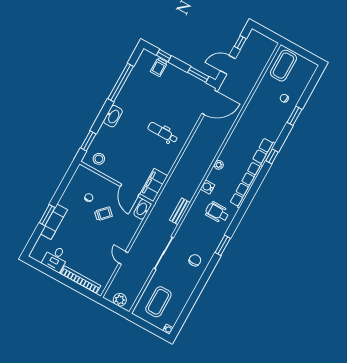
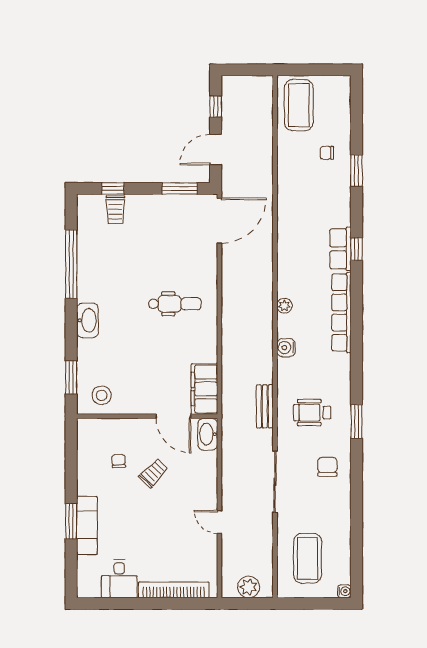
dental chair: (163, 133) -> (175, 304), turned 180
wheelchair: (217, 212) -> (312, 413), moved

